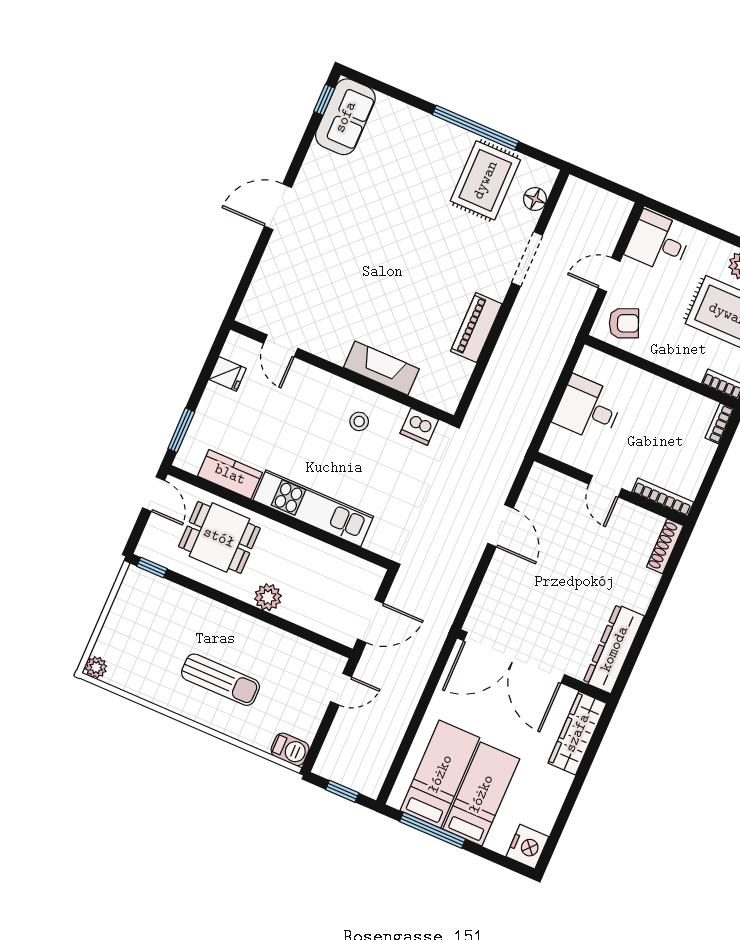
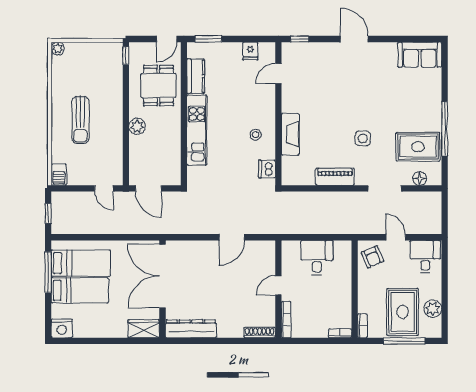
window: (324, 100) -> (300, 39), moved
side table: (436, 260) -> (363, 138), added
wardrobe: (577, 733) -> (144, 329), width x0.67

